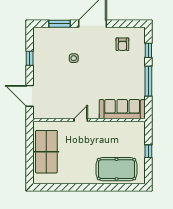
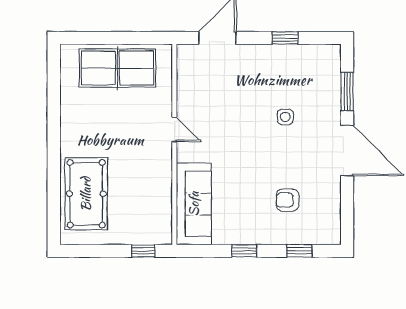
armchair: (122, 44) -> (287, 200), moved
window: (148, 81) -> (244, 251), width x0.46
window: (148, 151) -> (143, 251), moved

